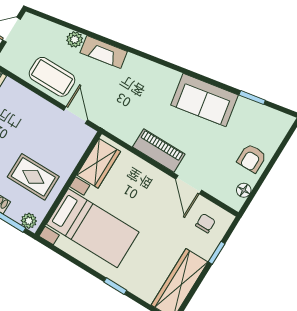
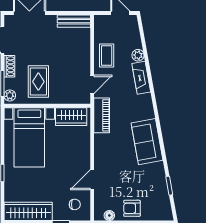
coffee table: (52, 77) -> (107, 55), width x0.73, depth x0.77
sofa: (204, 100) -> (147, 142), moved
piano: (159, 151) -> (102, 115), moved

